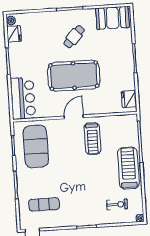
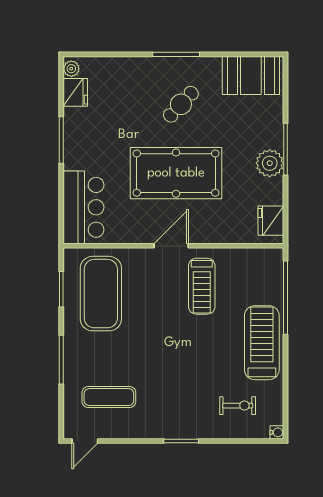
plant: (126, 67) -> (270, 163), added

